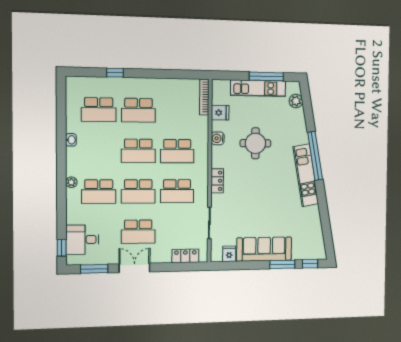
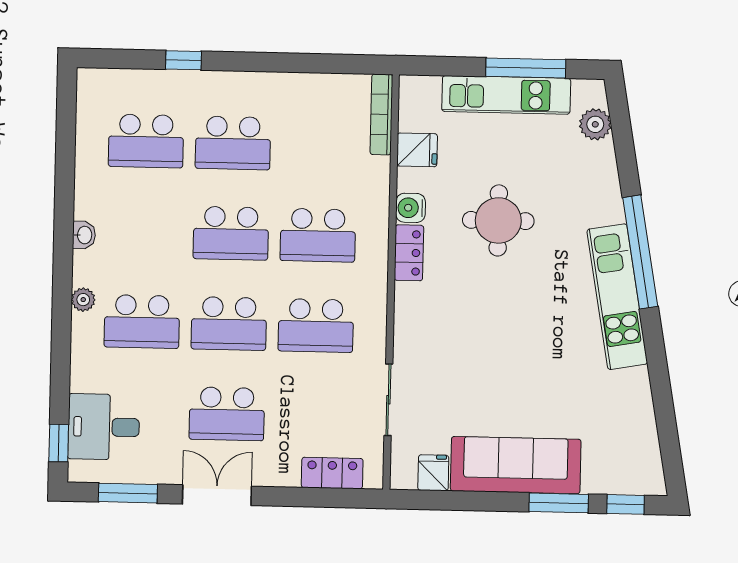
washbasin: (71, 140) -> (84, 235), moved
locker: (217, 181) -> (409, 253), moved

